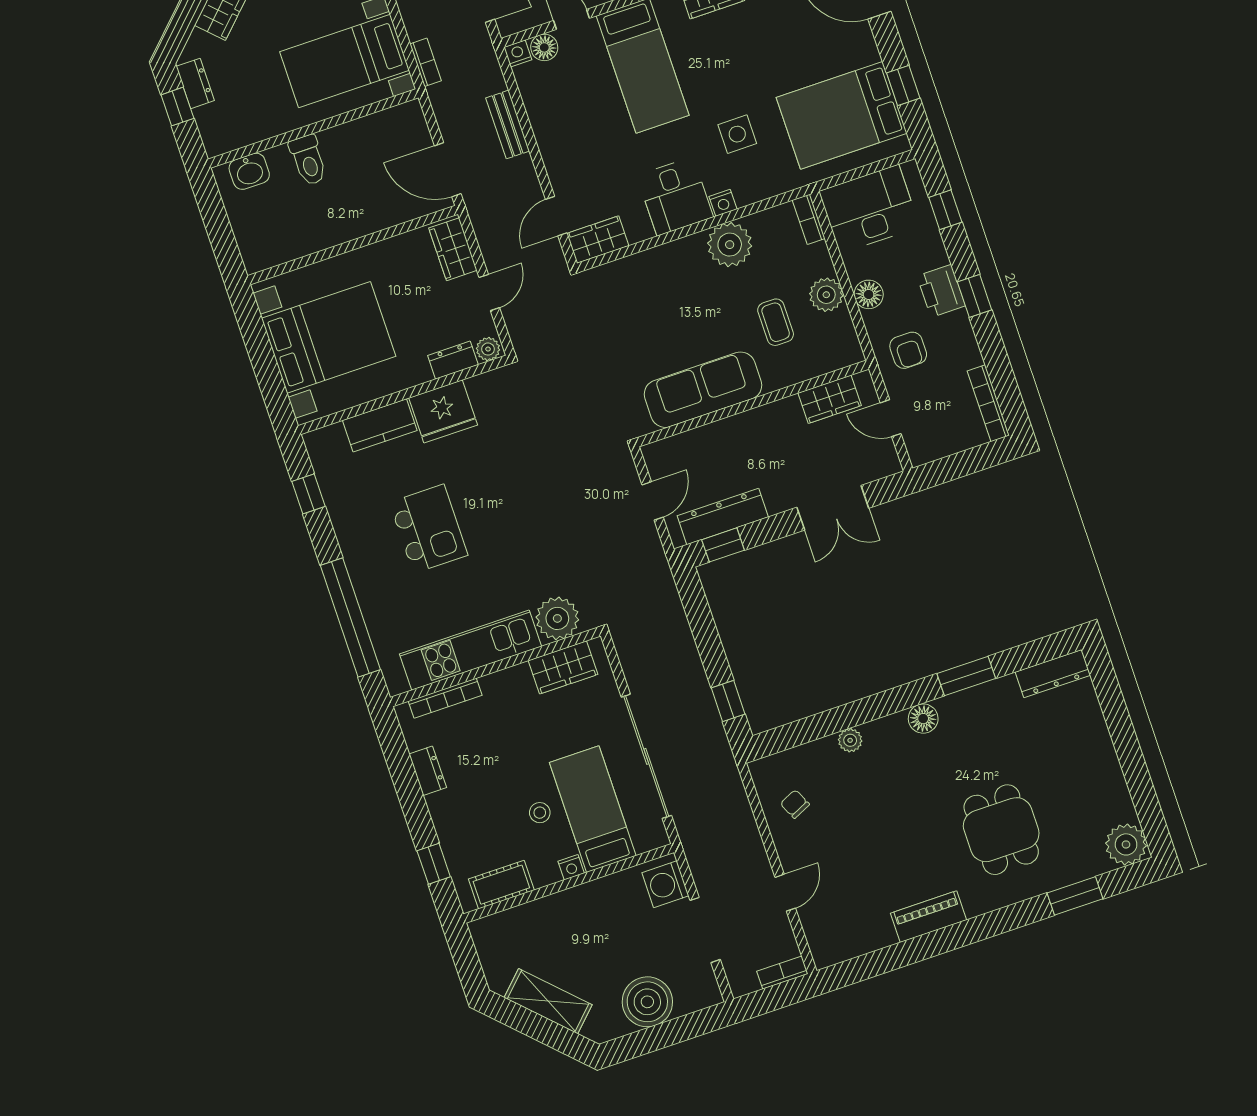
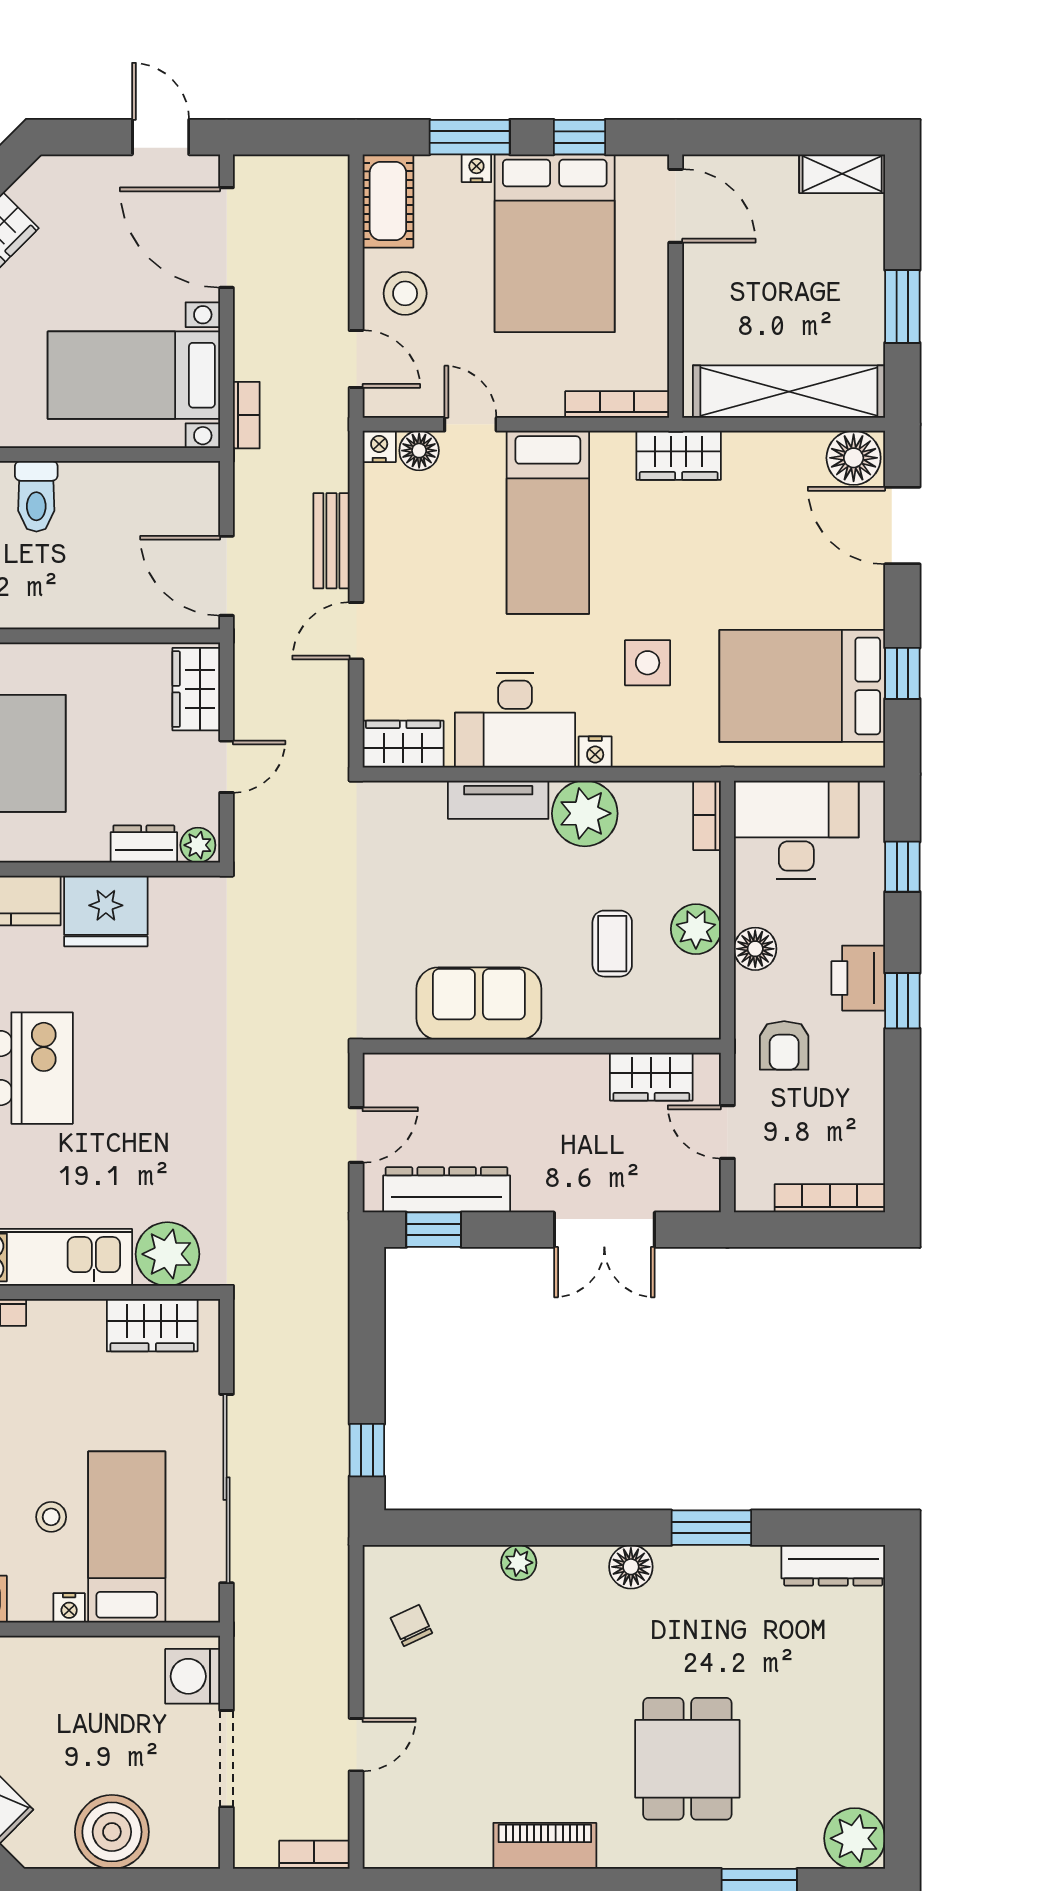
desk: (675, 196) -> (515, 720), width x1.37
door: (556, 216) -> (356, 631), moved
tv unit: (671, 255) -> (498, 800), added
sofa: (703, 390) -> (479, 1004), width x0.73
bookcase: (988, 403) -> (830, 1198), moved, turned 90

